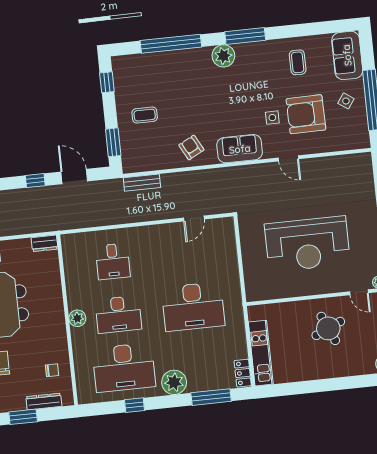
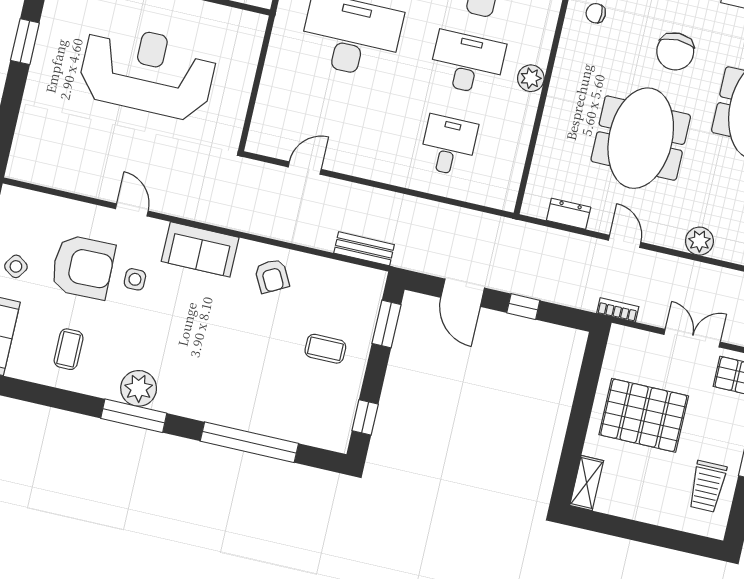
plant: (223, 56) -> (139, 388), moved
dresser: (44, 243) -> (569, 214), moved

